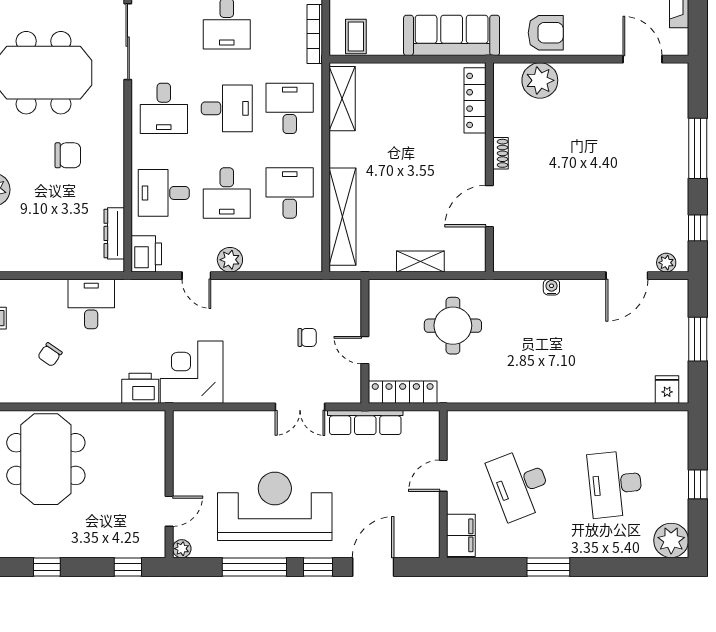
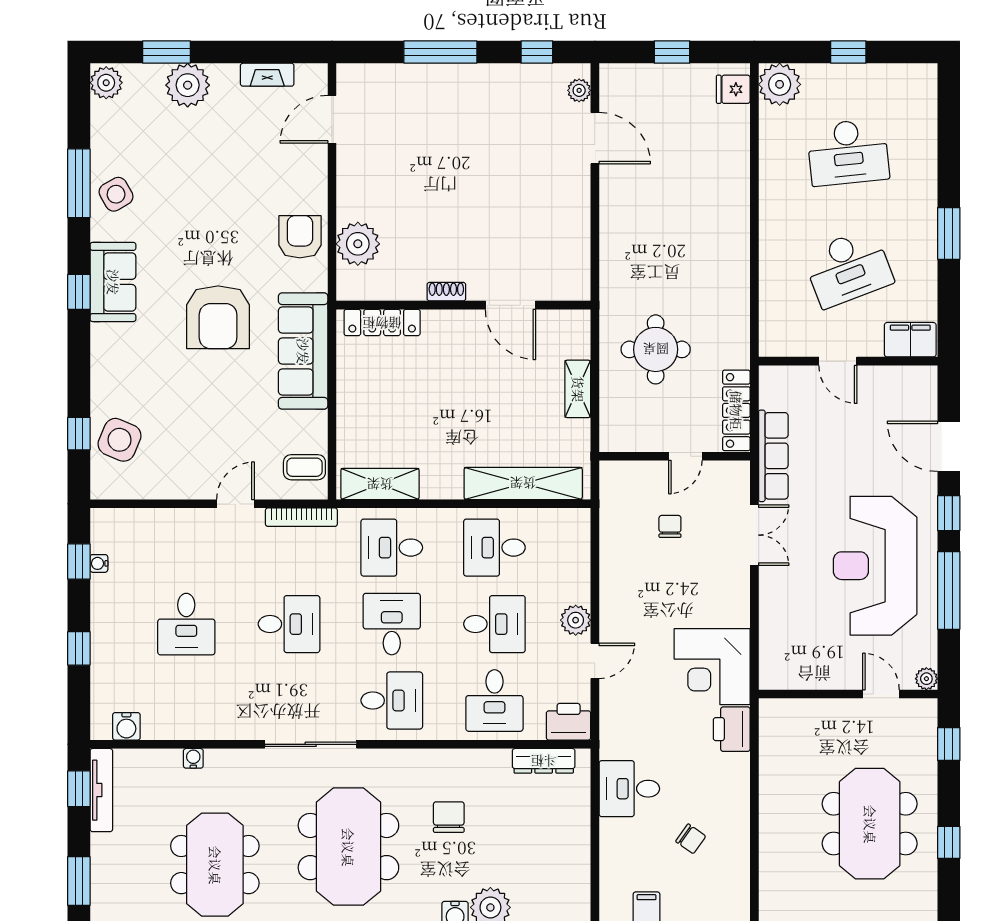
water cooler: (551, 287) -> (609, 230), removed
window: (698, 339) -> (672, 52), width x0.67
meeting table: (46, 459) -> (870, 824), moved, turned 90
plant: (671, 540) -> (780, 84), moved

